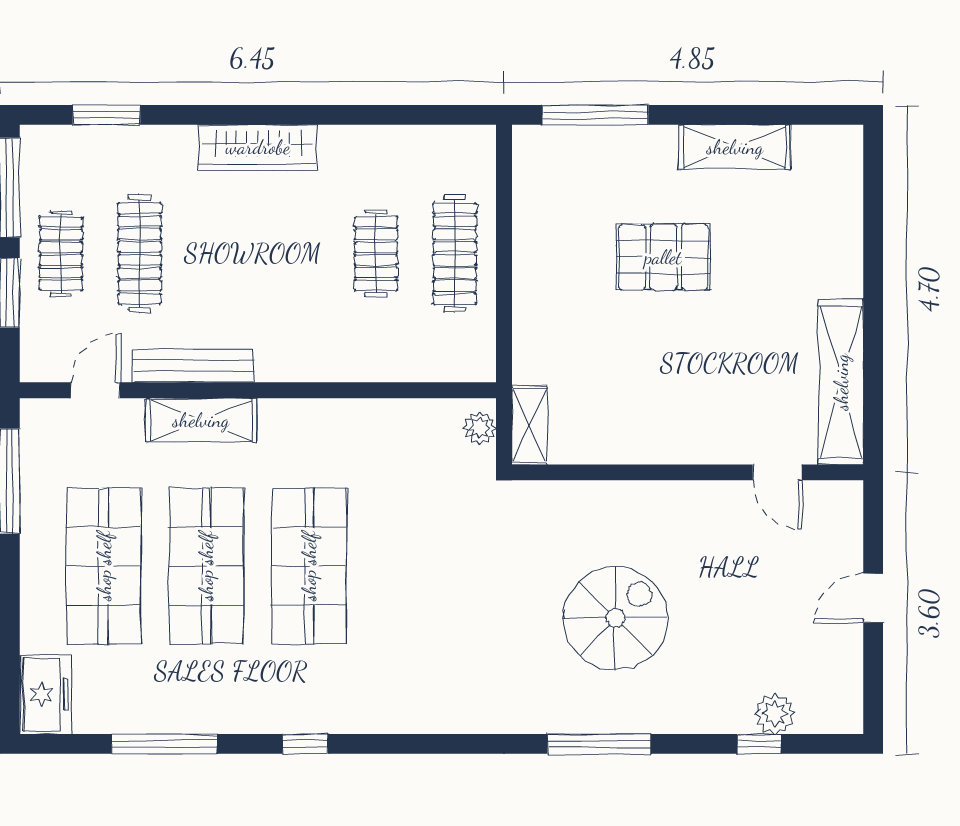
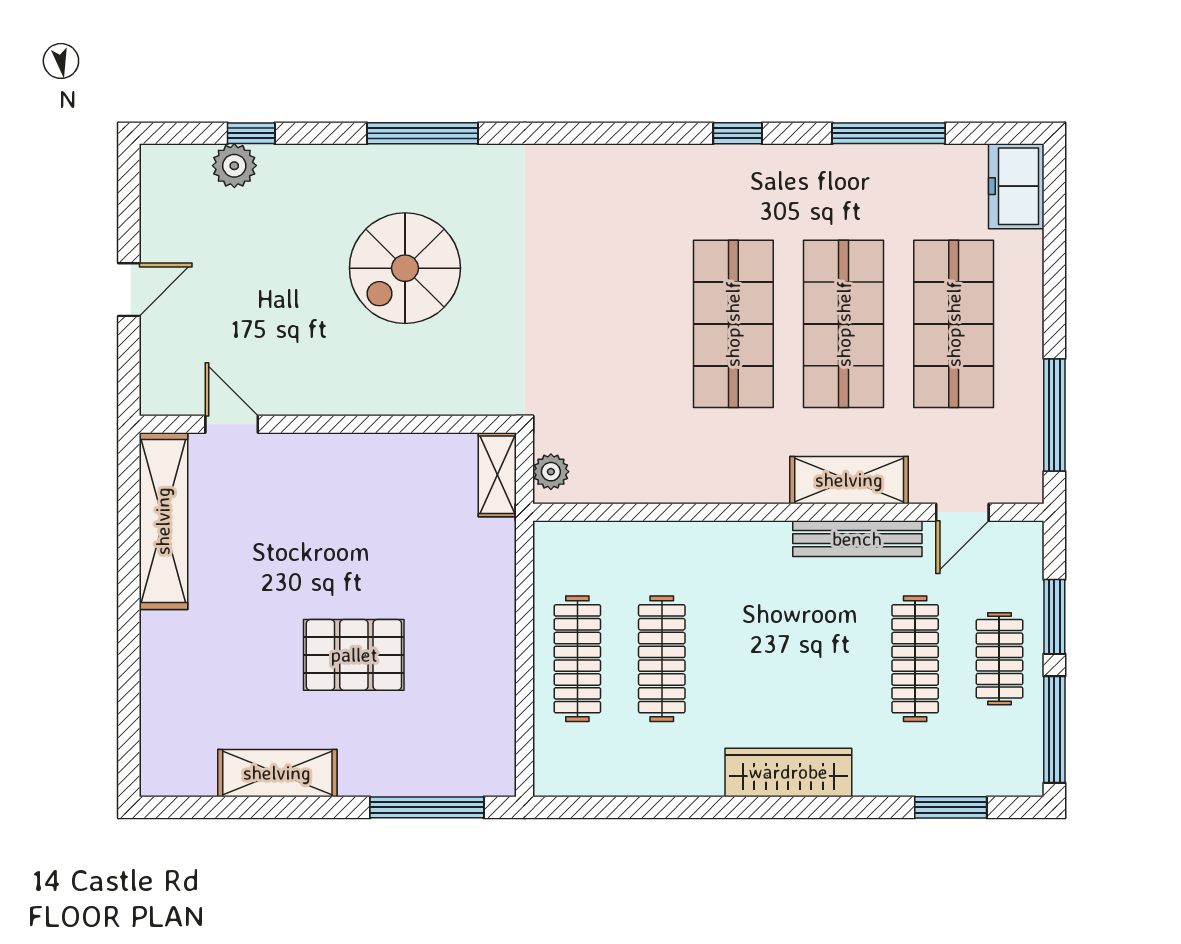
clothes rail: (376, 254) -> (662, 659), width x1.36

